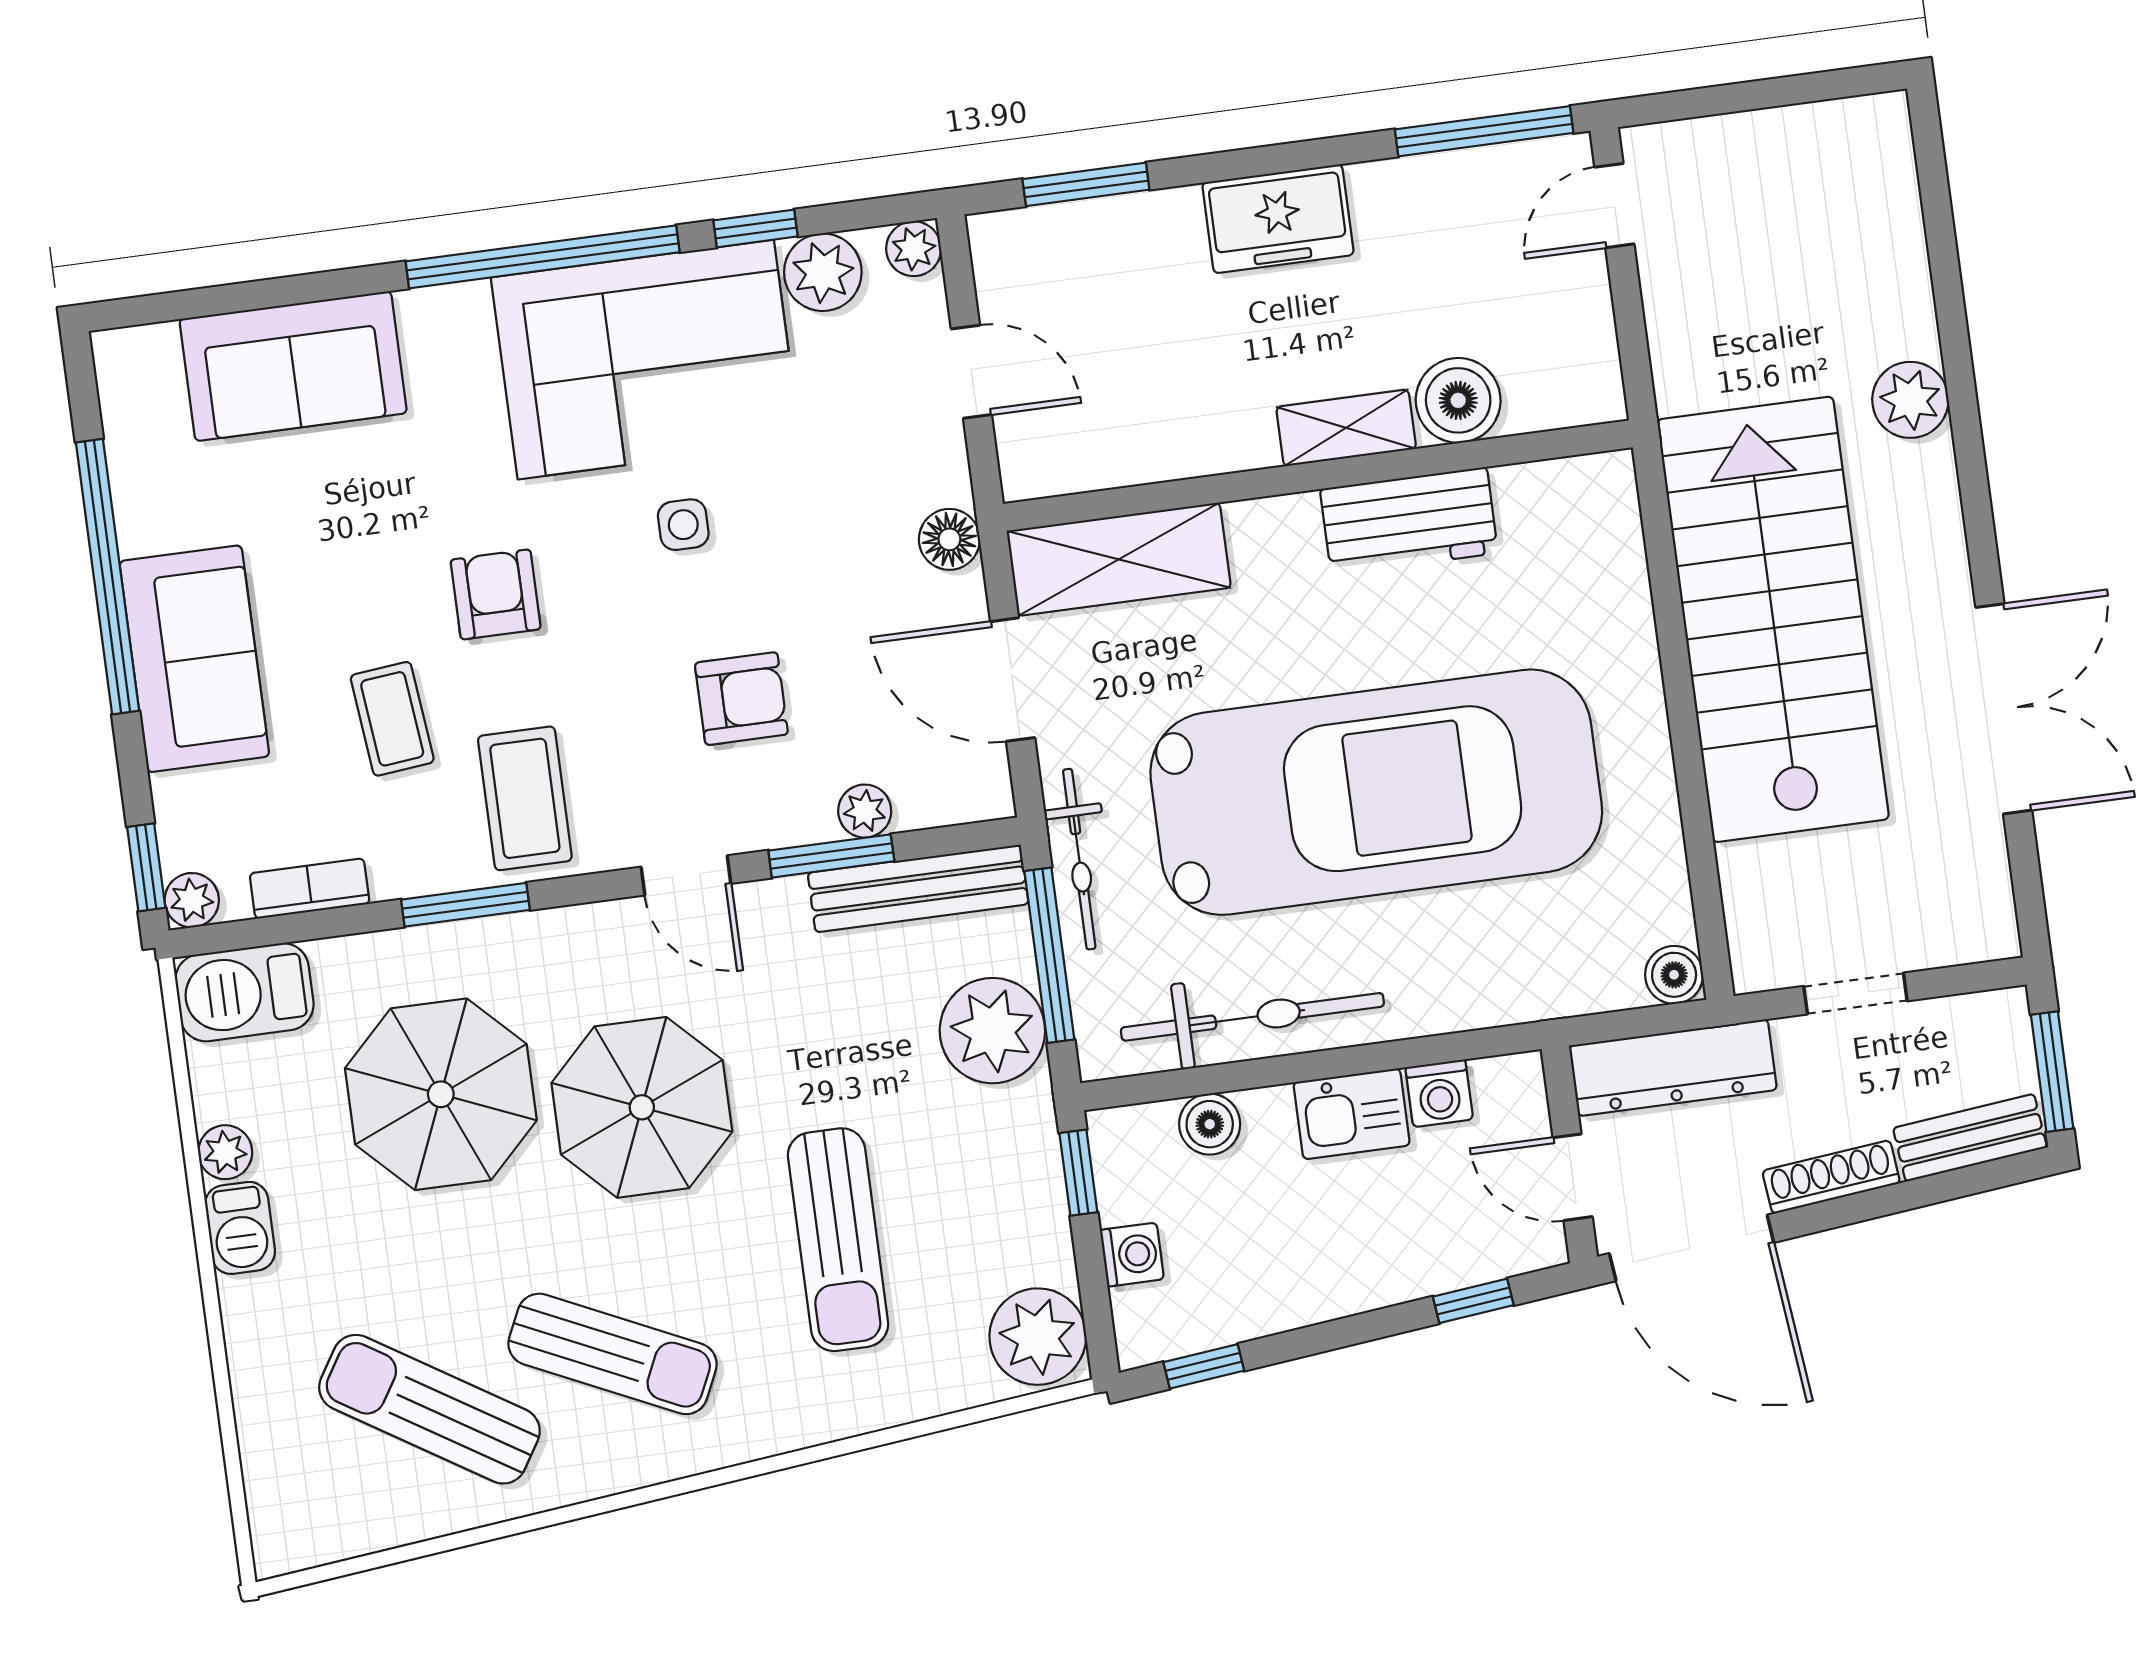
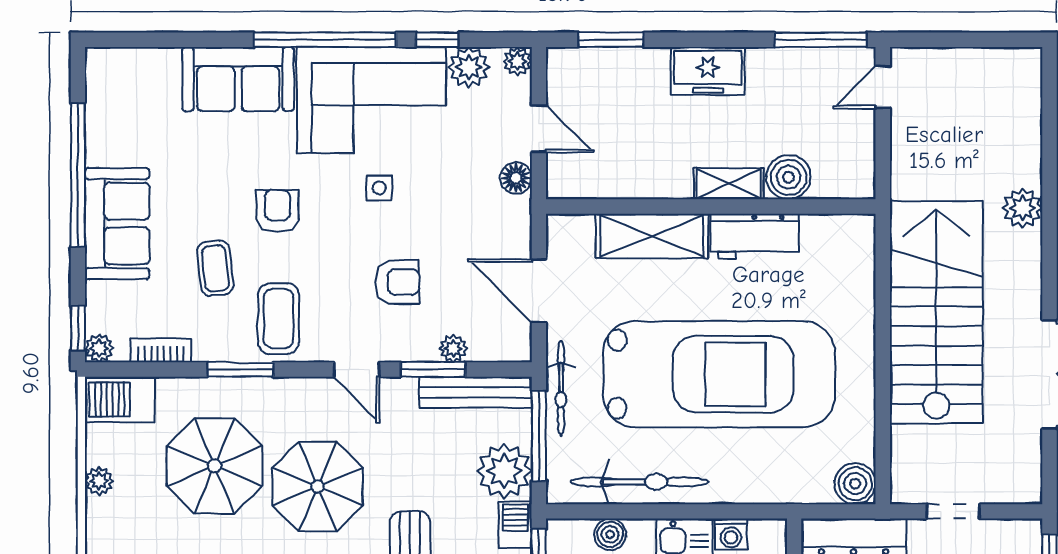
sofa: (293, 366) -> (238, 79), moved
floor lamp: (949, 539) -> (516, 178), moved
shelving: (1119, 559) -> (652, 236), moved
boiler: (1674, 975) -> (855, 484), width x1.36, depth x1.36
barbecue: (240, 1228) -> (515, 525), moved, turned 180

